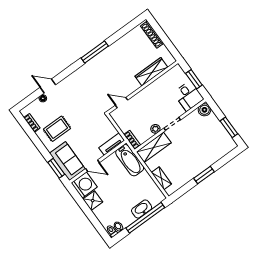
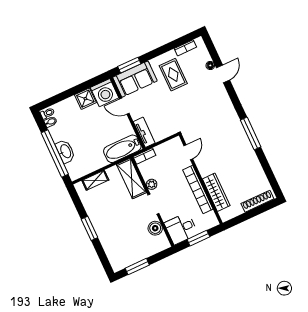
bookcase: (152, 88) -> (198, 189), added
boiler: (204, 110) -> (155, 228), moved
door: (93, 166) -> (124, 106), hinge flipped

